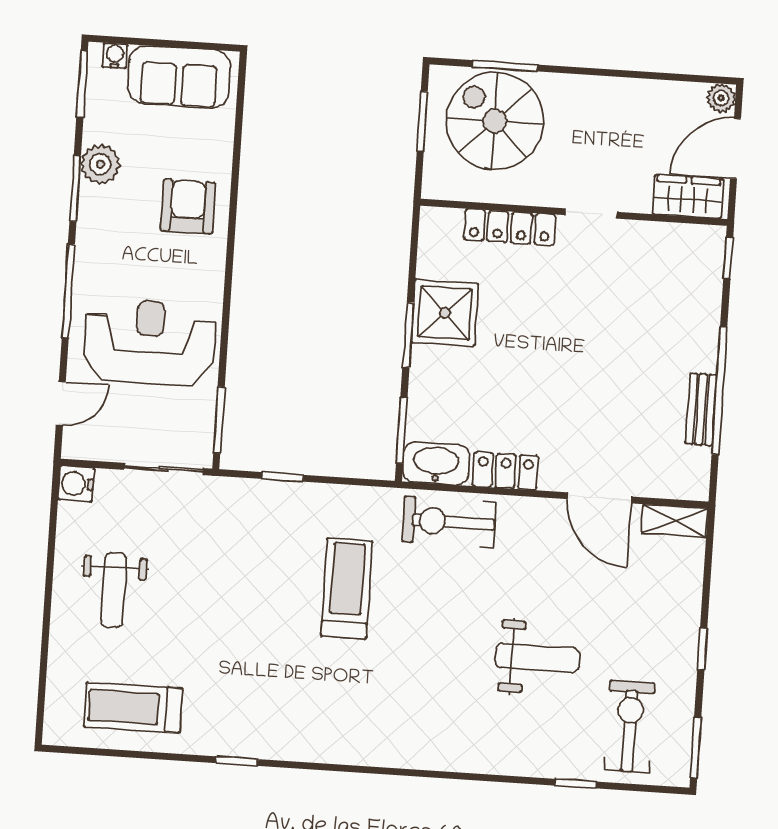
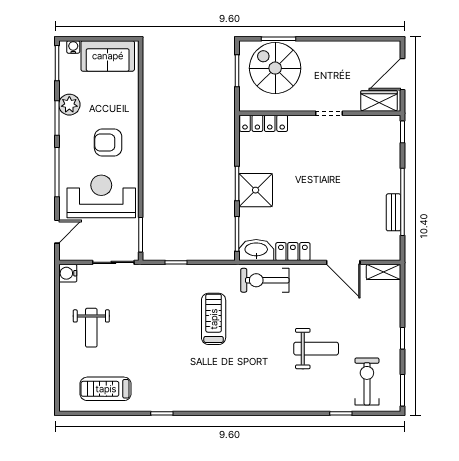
plant: (721, 98) -> (393, 48), removed
armchair: (188, 207) -> (108, 142), moved, turned -90
locker: (510, 227) -> (264, 123), moved
shower: (445, 313) -> (256, 190), moved

